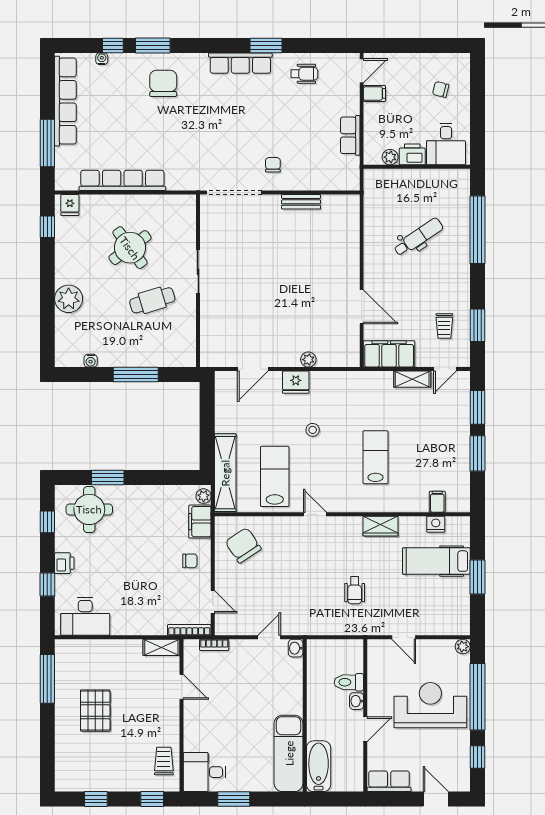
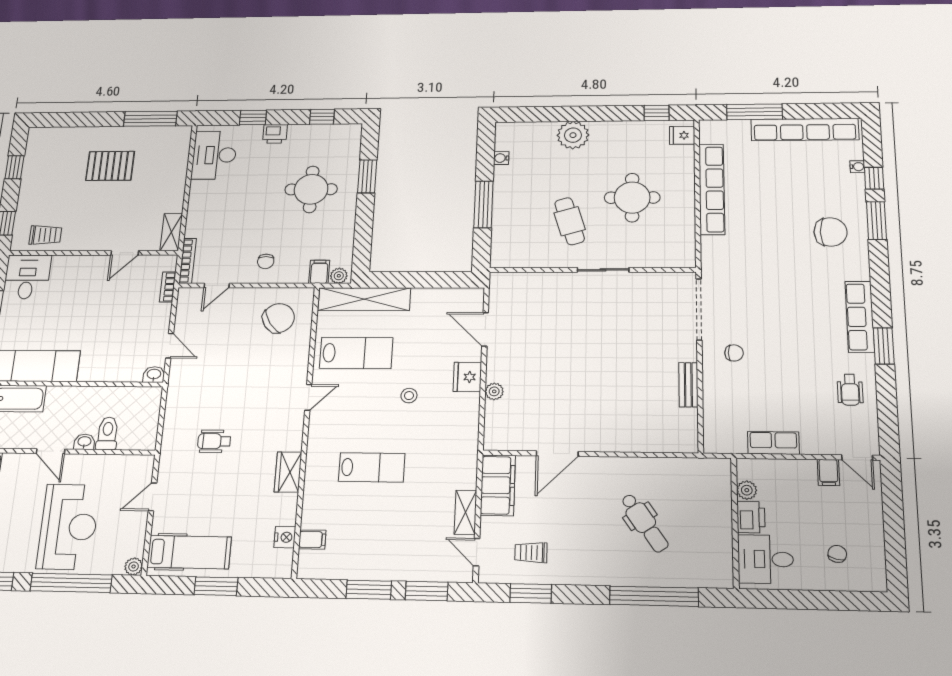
round table: (130, 248) -> (632, 198), turned 36
round table: (89, 509) -> (311, 189), moved
filing cabinet: (200, 522) -> (319, 272), width x0.50
hospital bed: (436, 561) -> (189, 552), moved, turned 90

